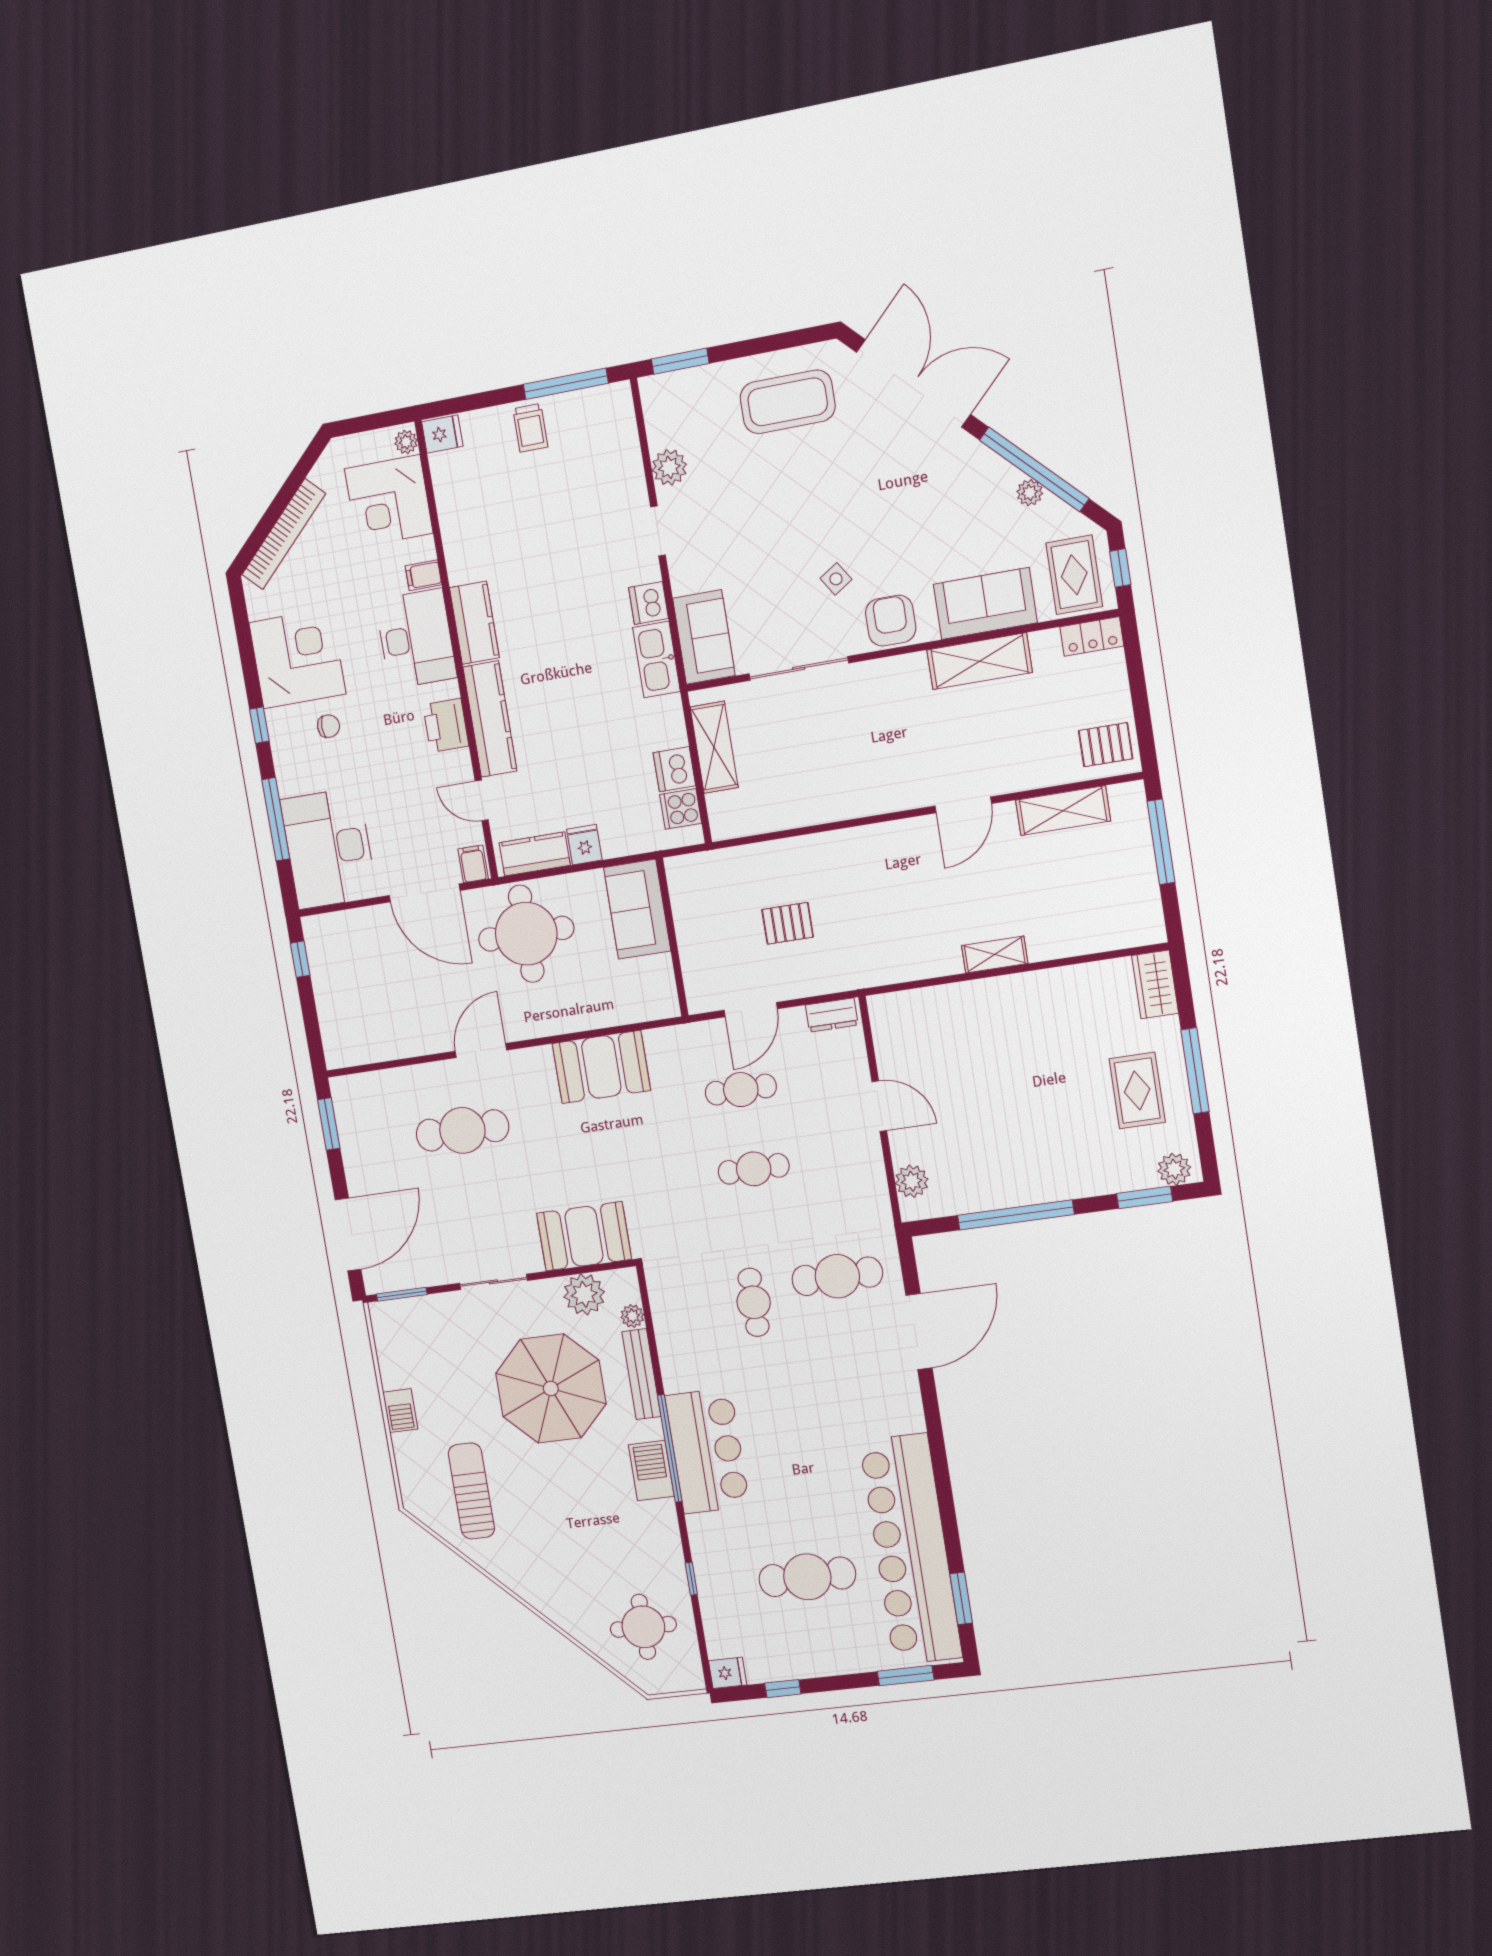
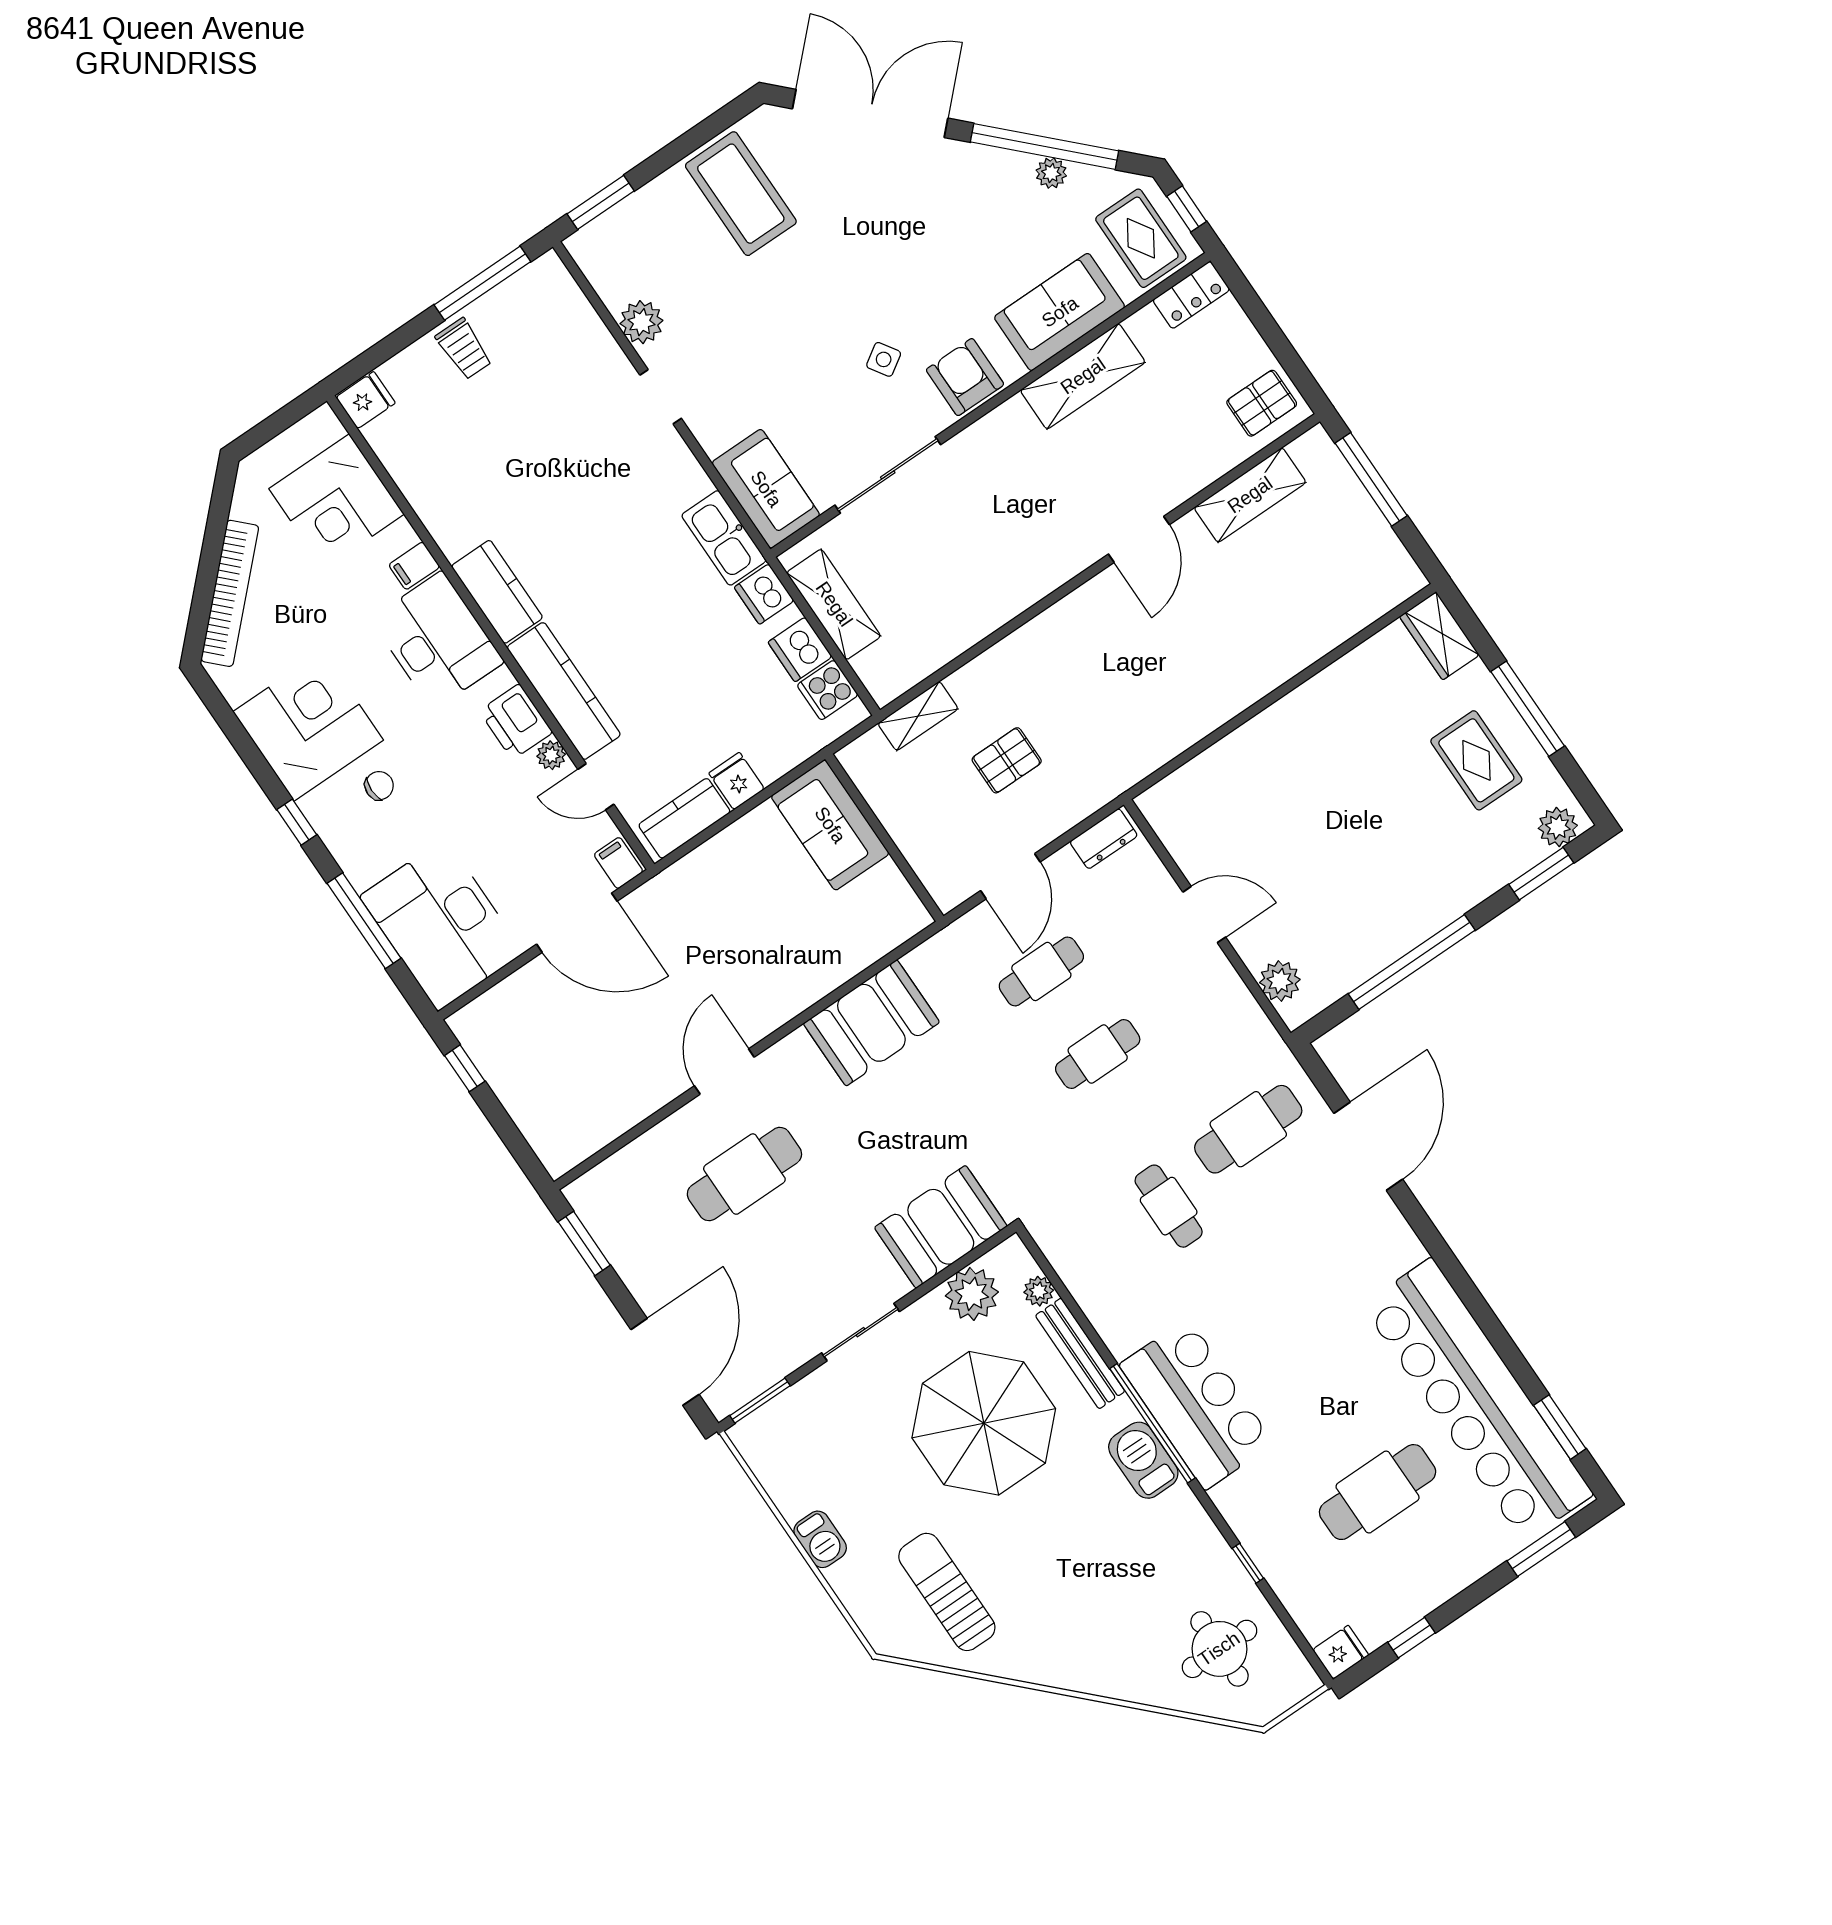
coffee table: (788, 402) -> (741, 194), turned 90
plant: (406, 442) -> (551, 755), moved
dishwasher: (649, 603) -> (764, 594), moved
round table: (526, 934) -> (716, 913), removed
shelving: (995, 955) -> (918, 716), moved

